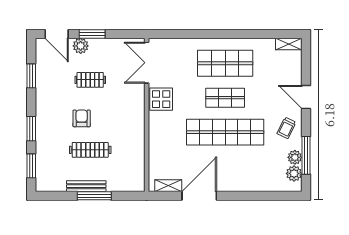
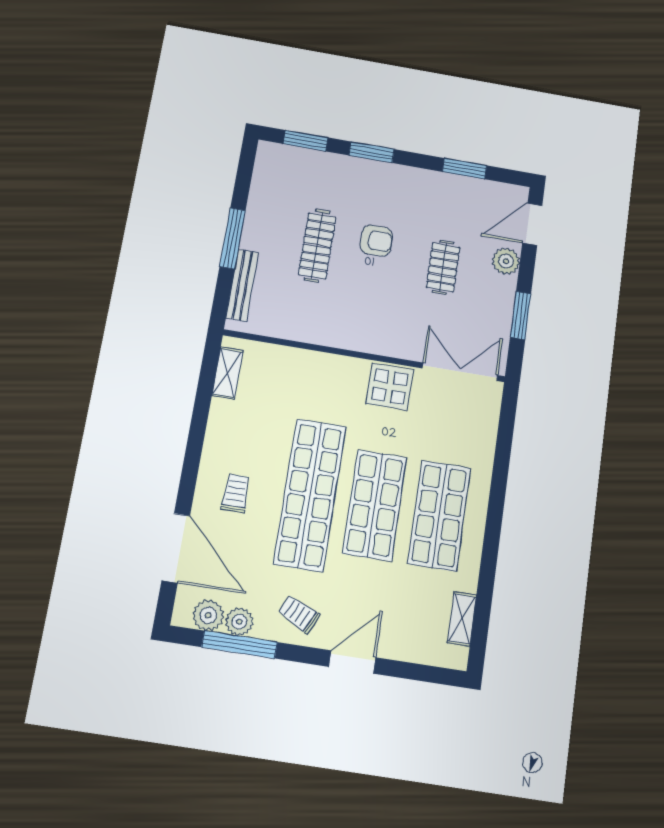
window: (92, 34) -> (521, 315), moved
shelving: (289, 44) -> (462, 619), moved
shop shelf: (225, 98) -> (375, 505), width x1.43, depth x1.36
trolley: (231, 170) -> (236, 493), added
bench: (86, 186) -> (242, 285), moved
door: (199, 196) -> (176, 548), moved

